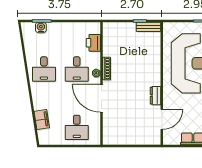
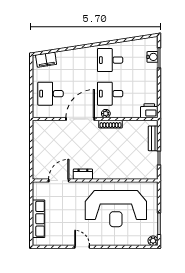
bench: (148, 27) -> (153, 138), moved
printer: (93, 43) -> (149, 111), moved
door: (162, 119) -> (59, 181), swing flipped
filing cabinet: (42, 120) -> (46, 60), moved

